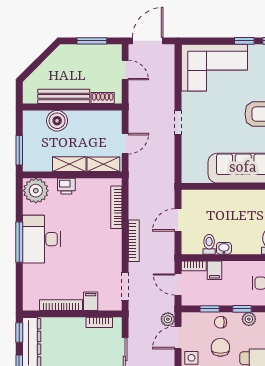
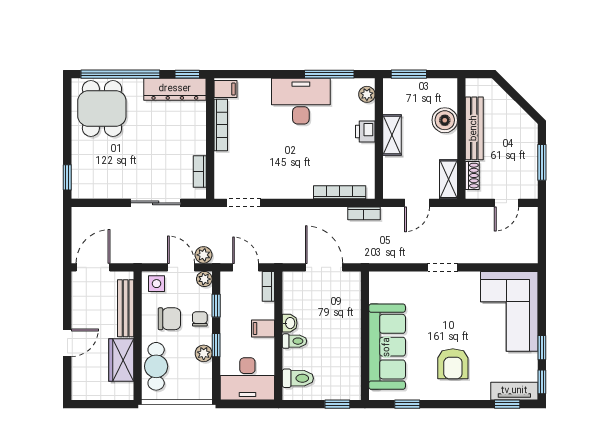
door: (148, 41) -> (542, 230), removed
door: (125, 144) -> (417, 203), hinge flipped
shelving: (103, 164) -> (449, 179), moved
plant: (36, 191) -> (367, 94), width x0.53, depth x0.53
door: (178, 220) -> (324, 267), width x1.38
bookcase: (134, 241) -> (364, 213), moved, width x0.64
window: (19, 242) -> (329, 74), moved
toilet: (209, 244) -> (295, 341), moved
filing cabinet: (214, 270) -> (263, 328), moved
door: (178, 284) -> (246, 267), hinge flipped
filing cabinet: (91, 301) -> (225, 89), moved
plant: (188, 319) -> (204, 279), added

